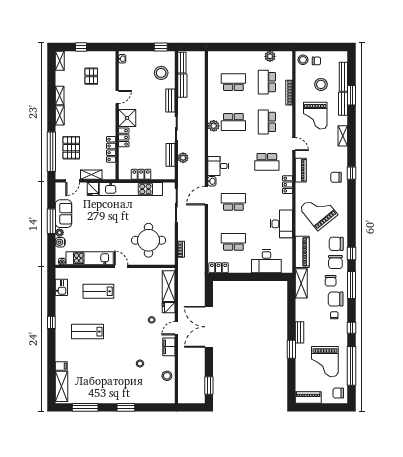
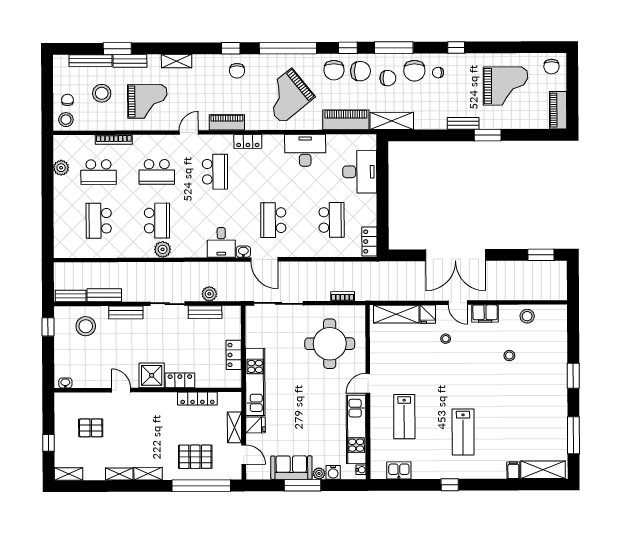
kitchen unit: (131, 189) -> (255, 382), width x0.73
school desk: (233, 242) -> (332, 220), turned 180
window: (351, 366) -> (288, 48), moved

